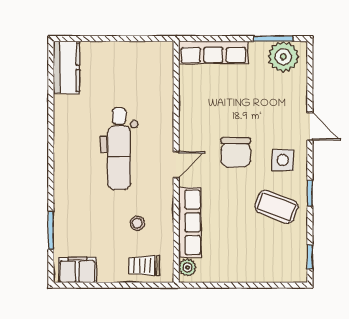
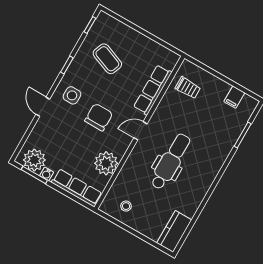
water cooler: (259, 48) -> (47, 174), added
coffee table: (276, 207) -> (107, 59), moved
stool: (137, 223) -> (126, 206), moved
trolley: (144, 266) -> (188, 88), moved
plant: (187, 267) -> (106, 163), moved, width x1.88, depth x1.88
filing cabinet: (77, 270) -> (234, 97), width x0.50

